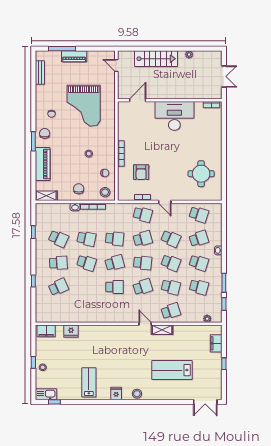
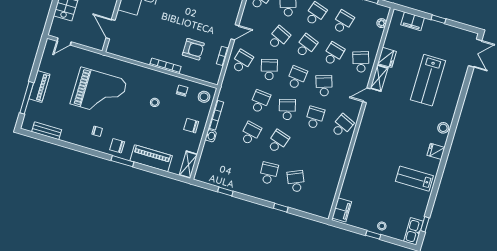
school desk: (58, 239) -> (342, 126), moved
fridge: (71, 331) -> (387, 57), moved

